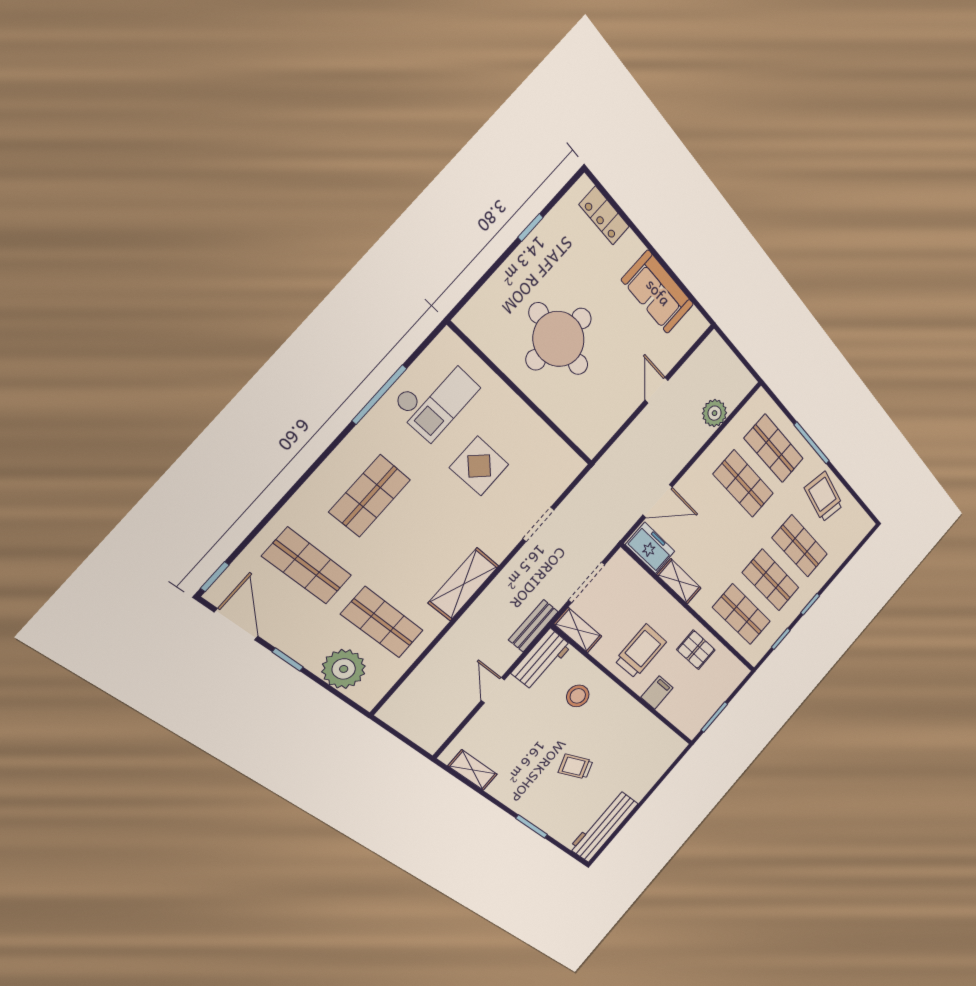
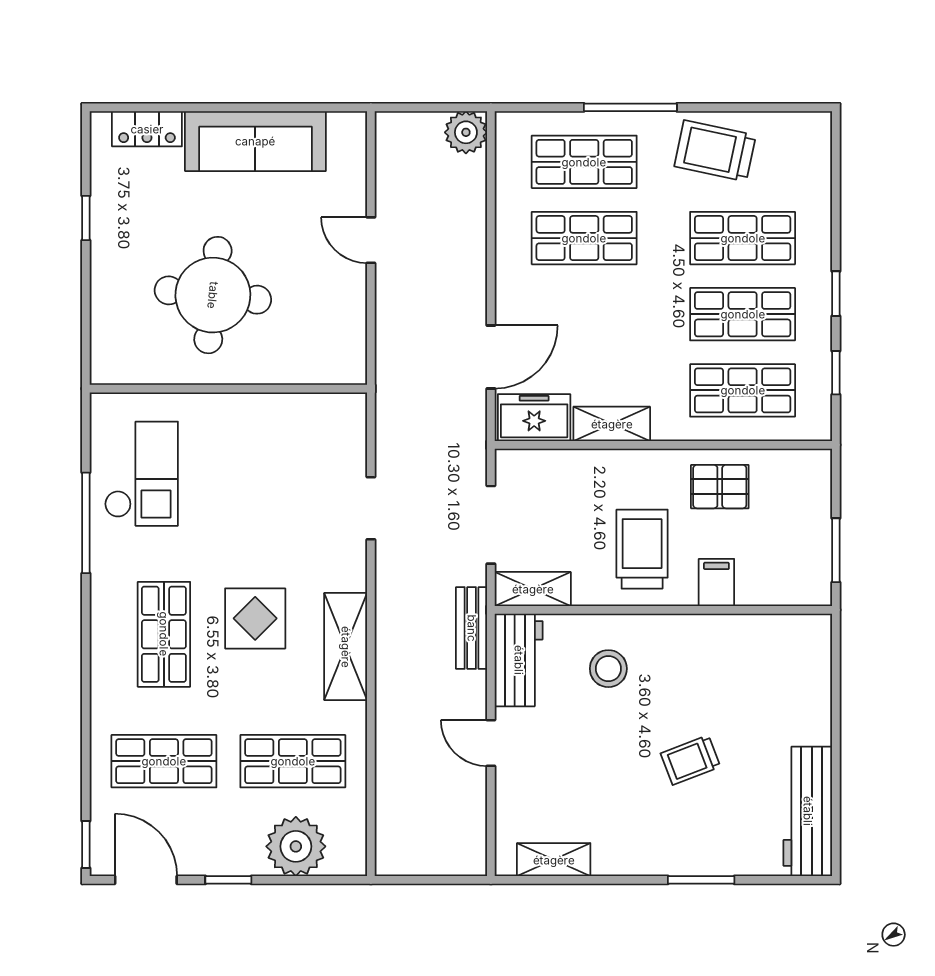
sofa: (658, 292) -> (255, 141), width x1.36
plant: (715, 413) -> (466, 132), moved
display table: (479, 466) -> (255, 618), moved

